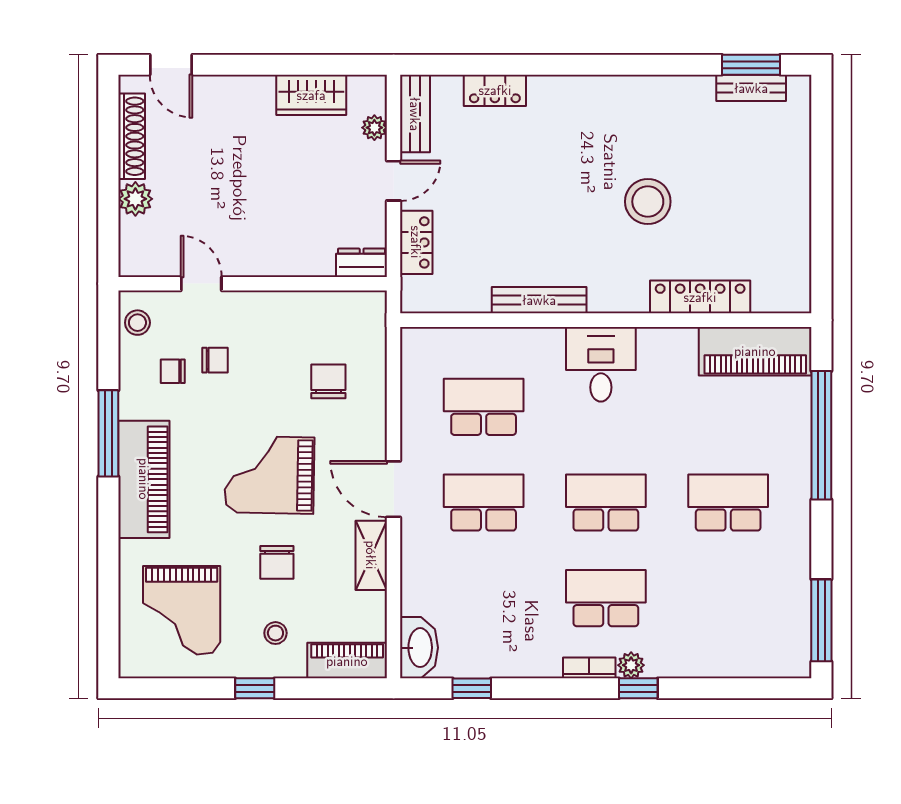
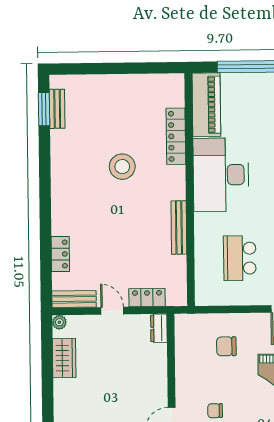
plant: (374, 128) -> (59, 322), moved
chair: (215, 360) -> (215, 411), turned -90
desk: (601, 364) -> (221, 175), width x1.87, depth x1.30

